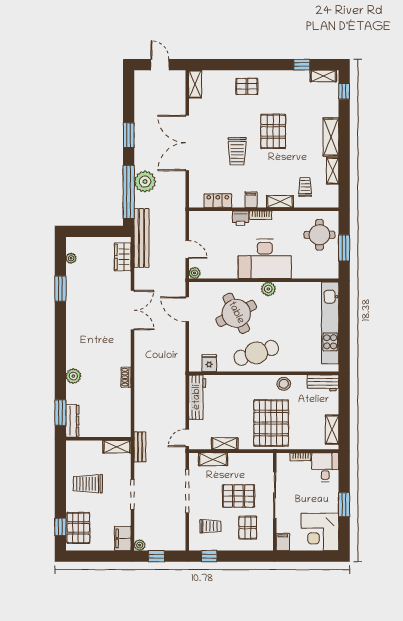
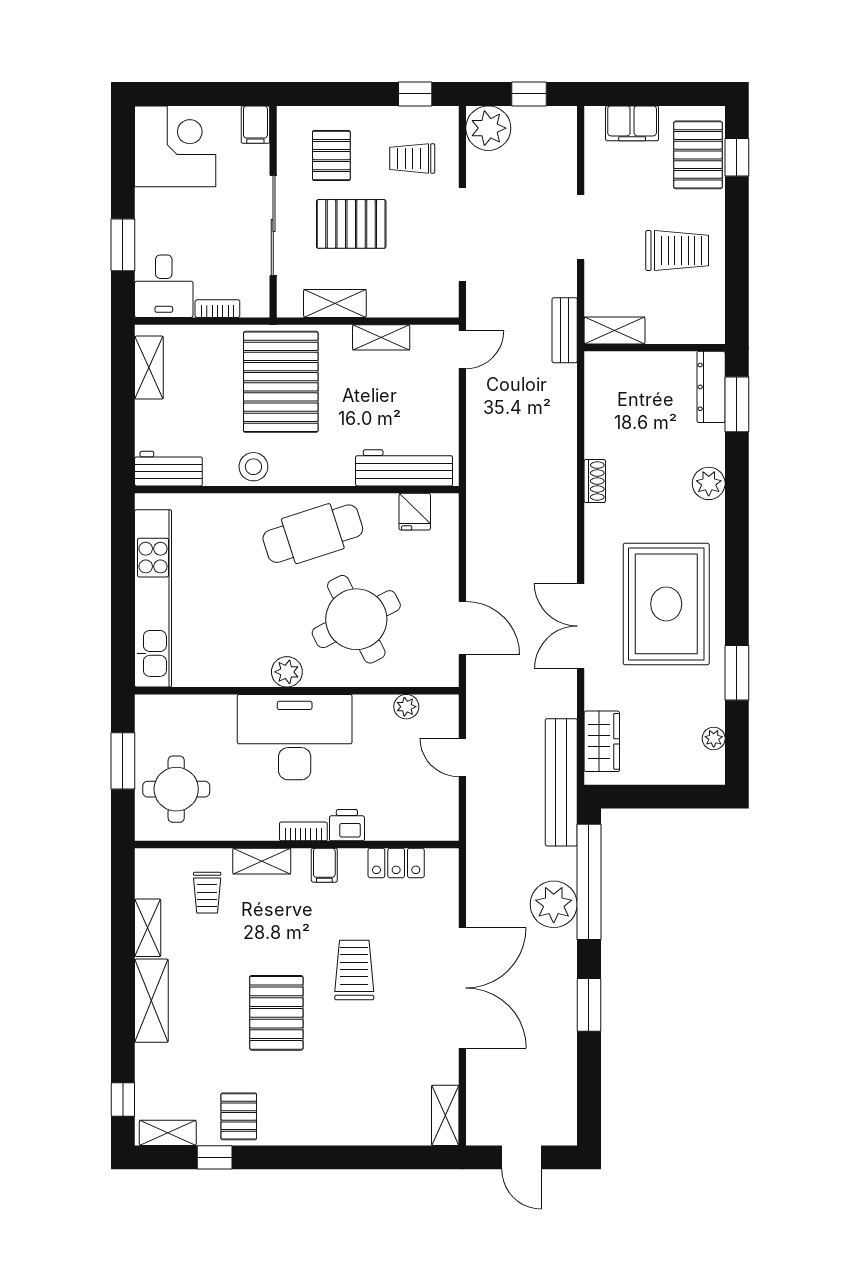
pallet: (247, 86) -> (239, 1116), moved, turned 90
plant: (195, 273) -> (406, 707), moved
rug: (93, 320) -> (666, 604), added
workbench: (197, 397) -> (404, 468), moved, turned 90
shelving: (213, 459) -> (335, 303), moved
window: (344, 505) -> (123, 245), moved
filing cabinet: (123, 538) -> (632, 123), moved, turned 90
plant: (140, 545) -> (488, 128), moved, width x1.88, depth x1.88

